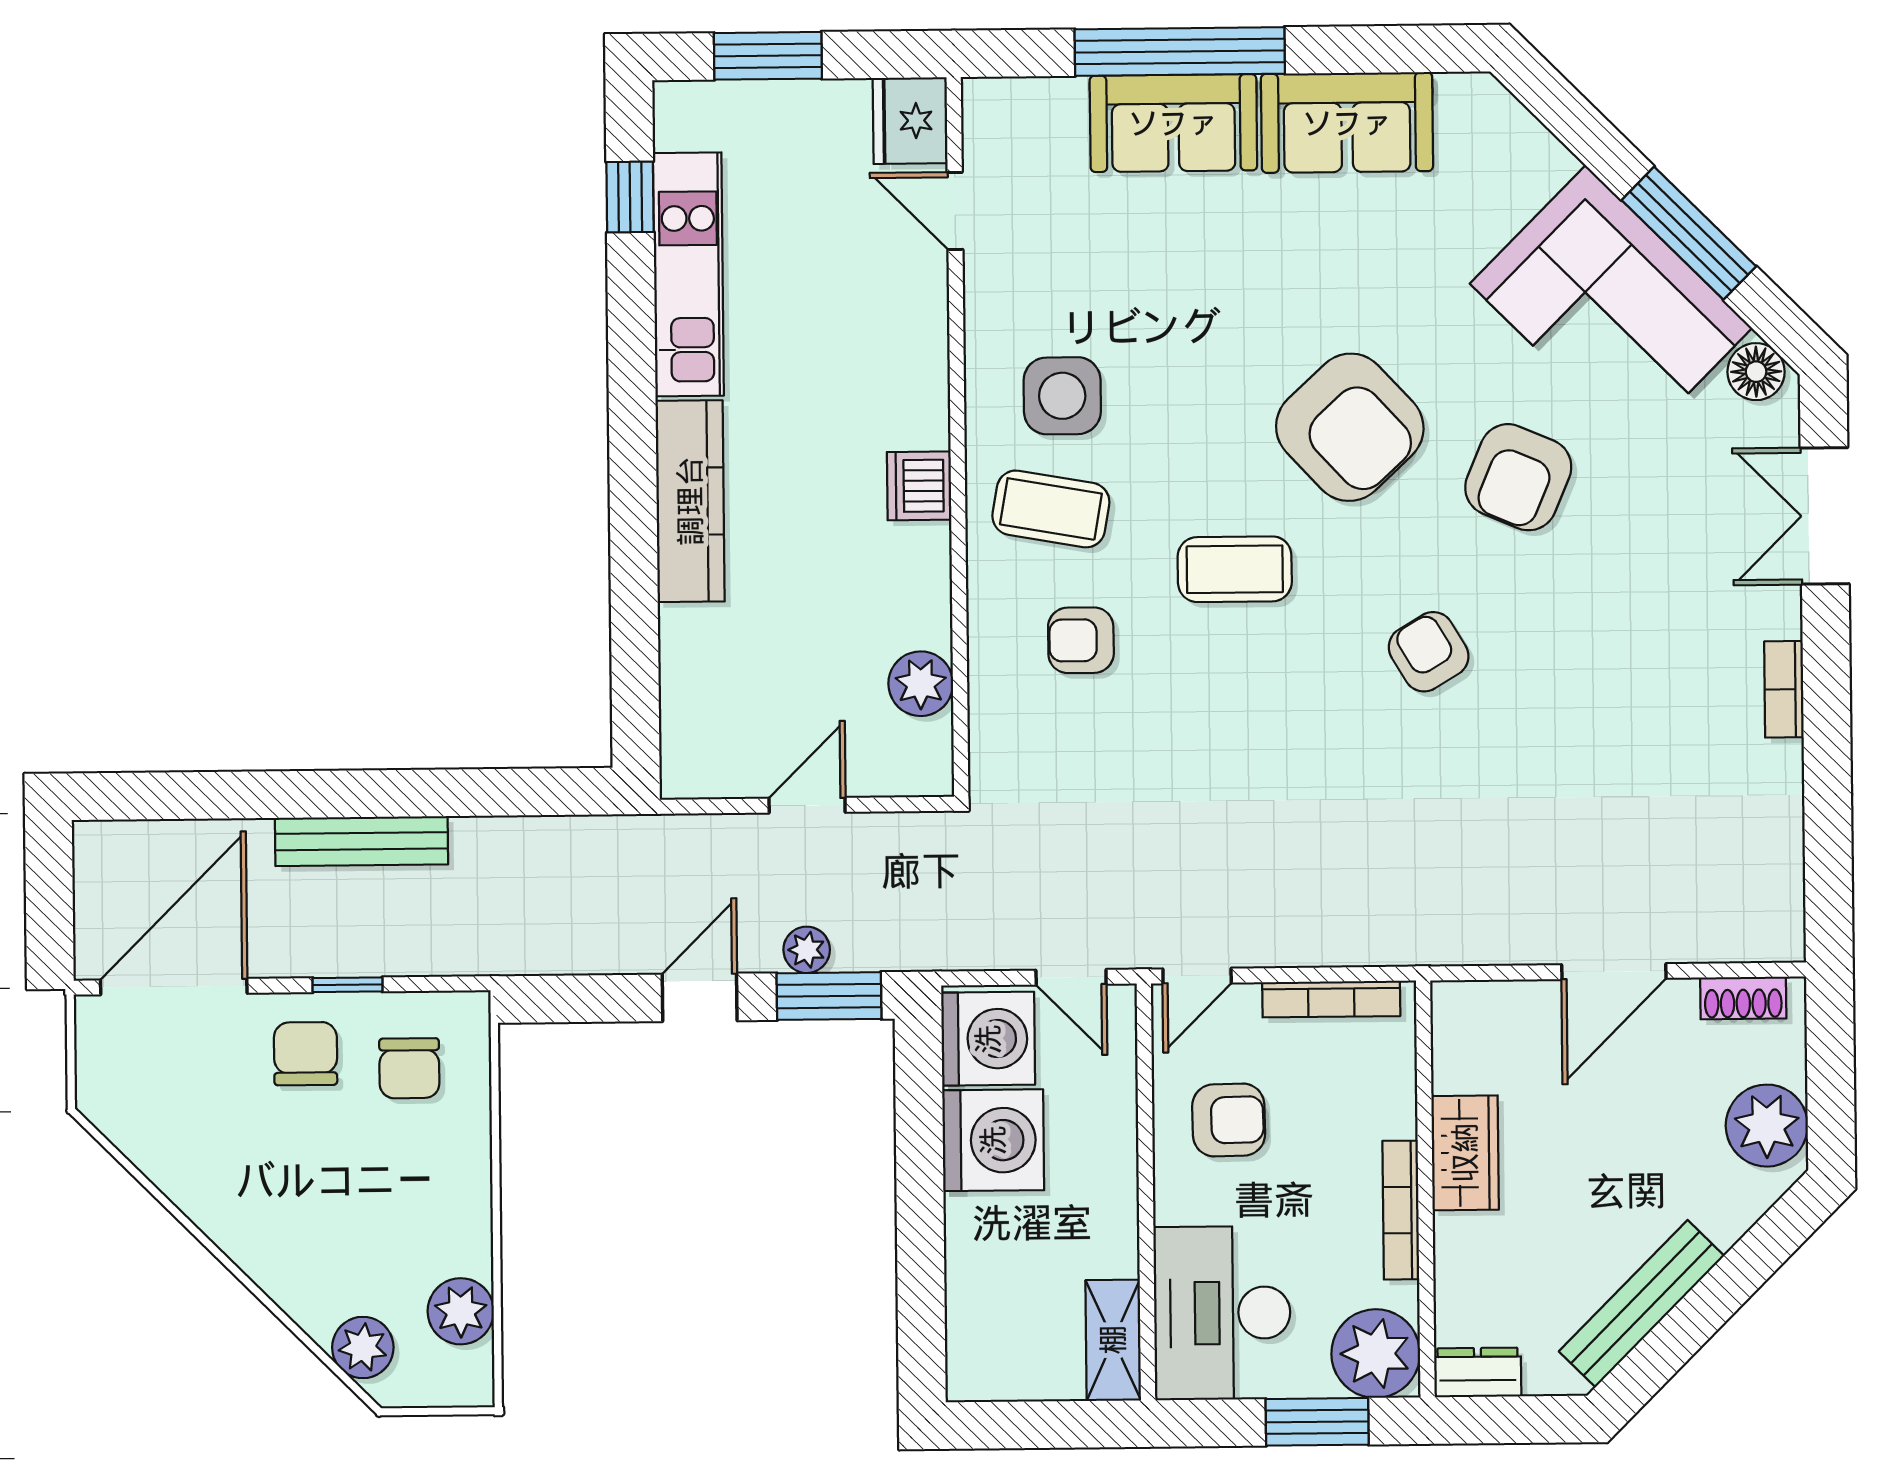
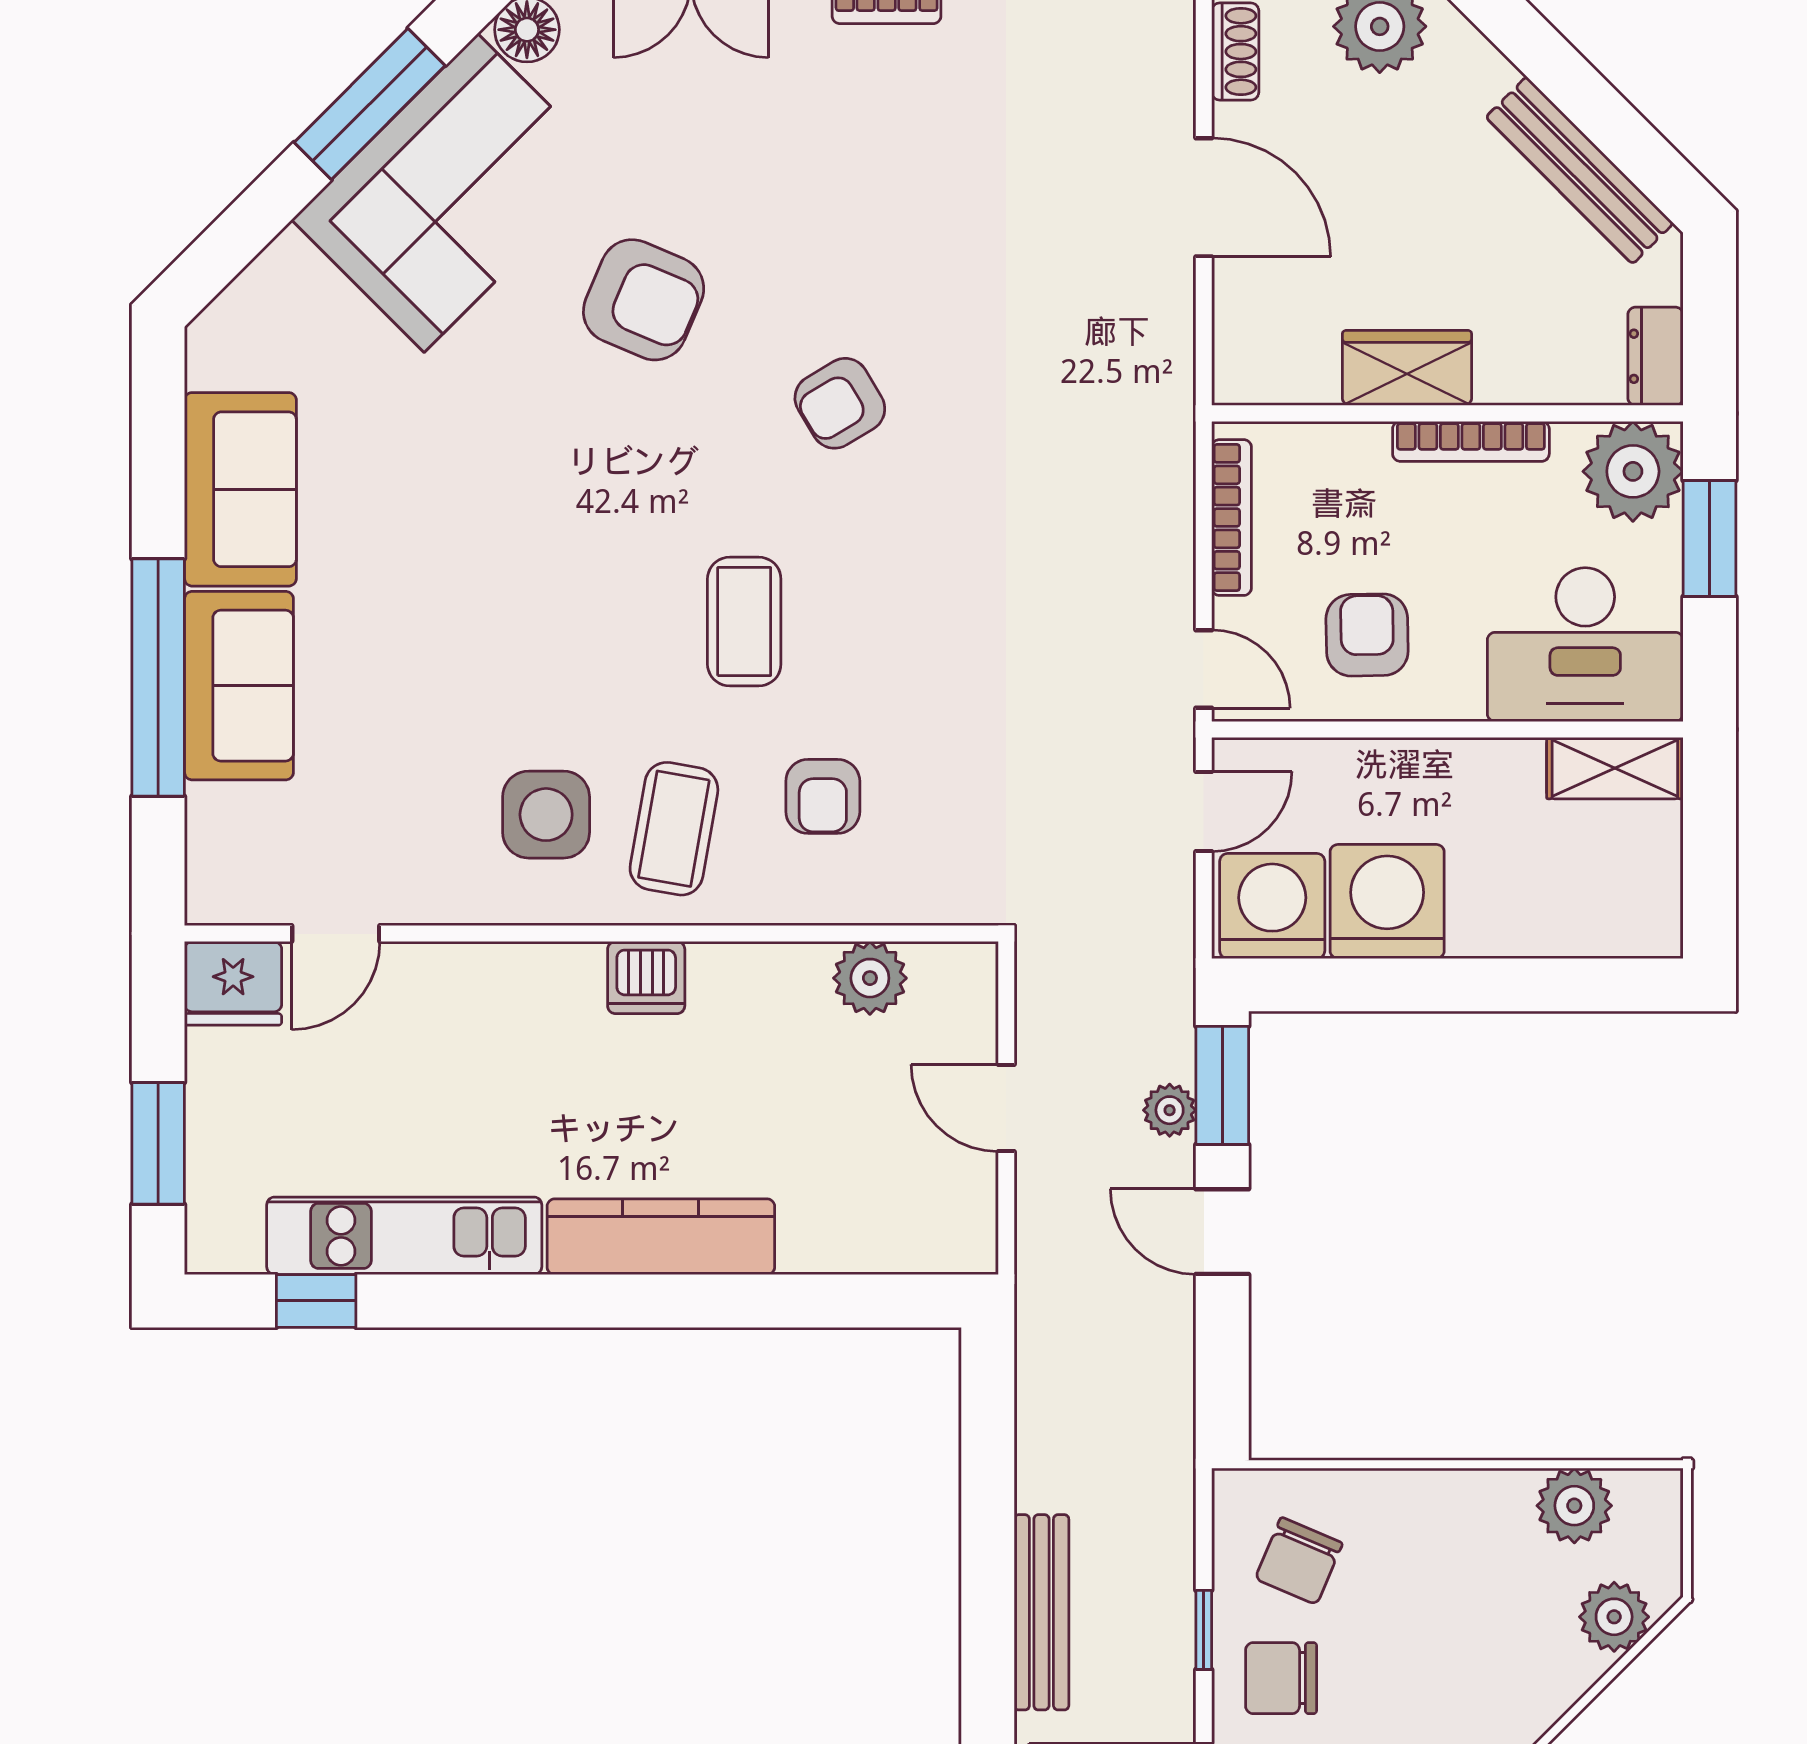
armchair: (1350, 427) -> (585, 490), removed
chair: (409, 1068) -> (1299, 1561), turned 113

